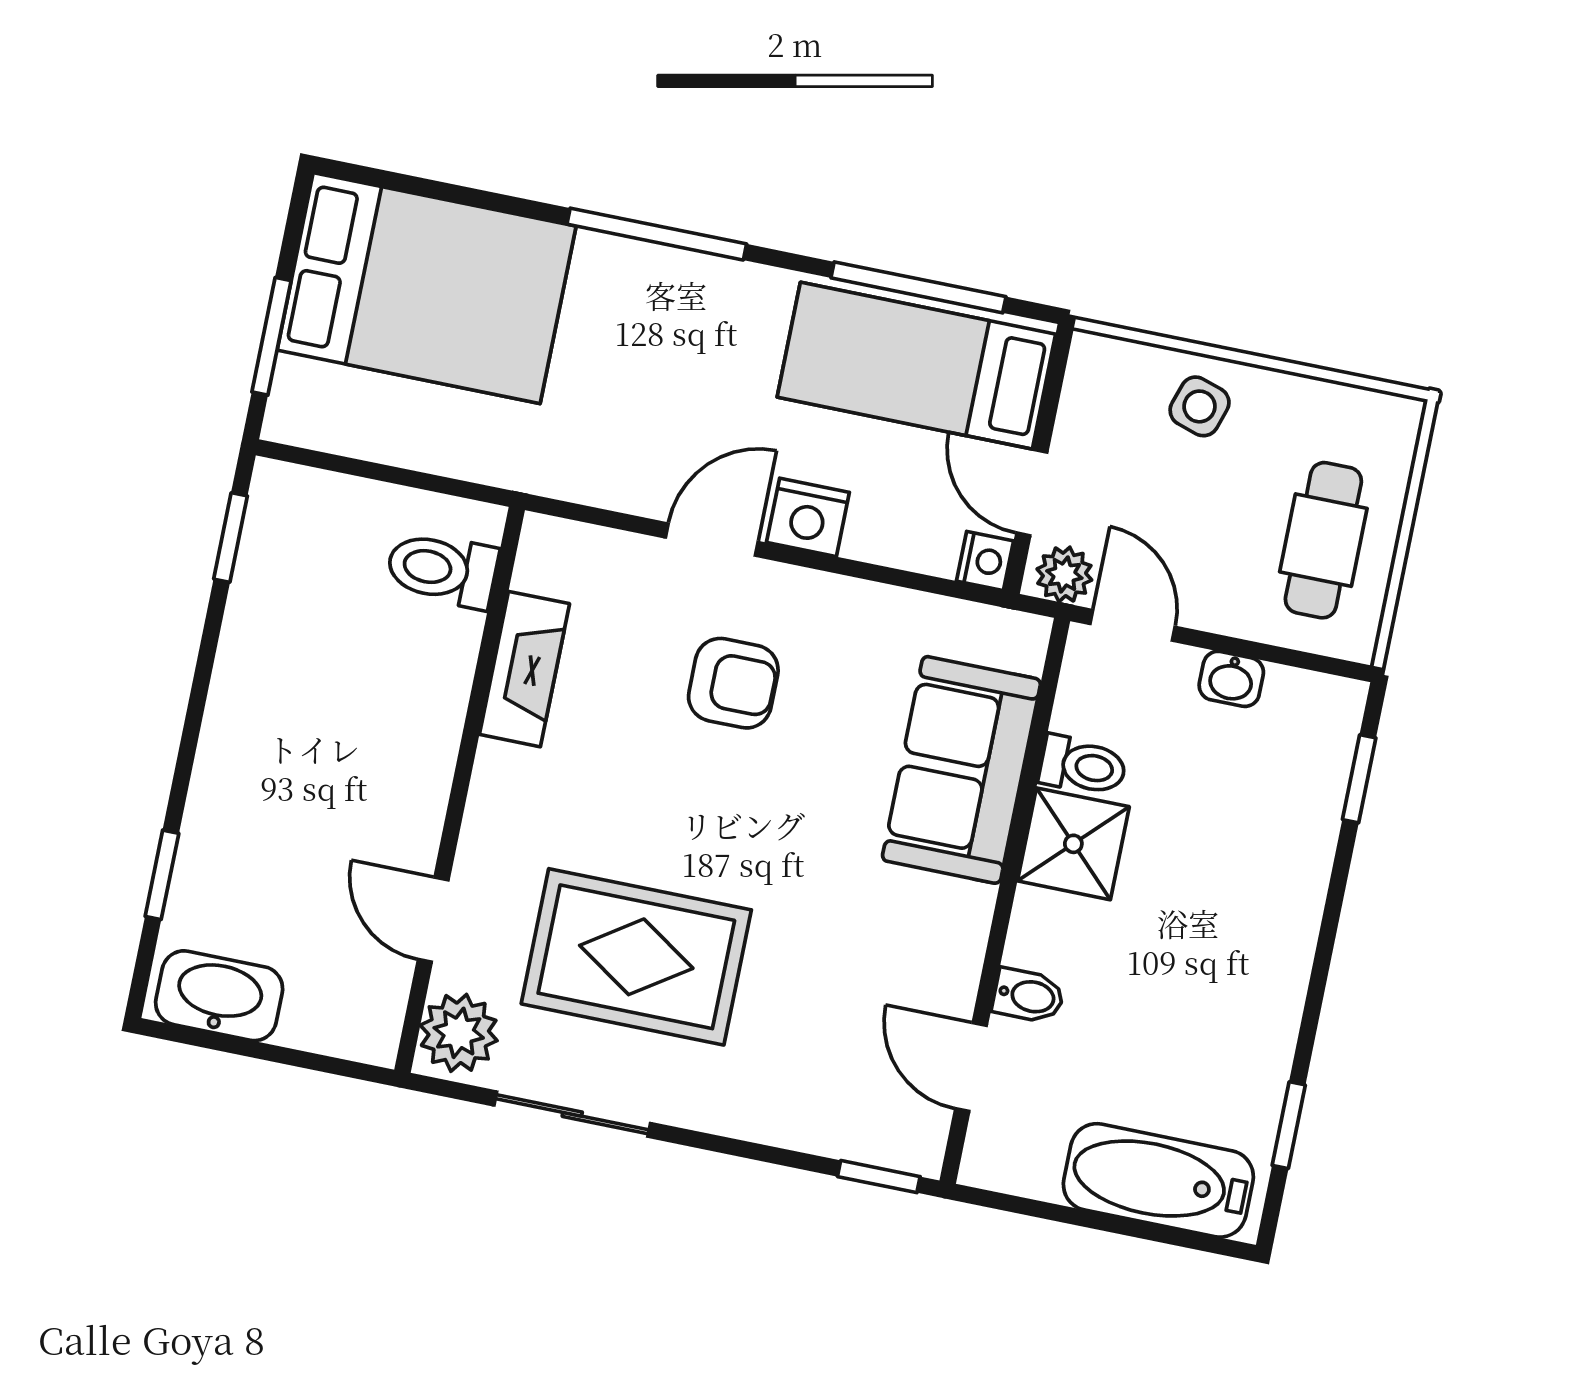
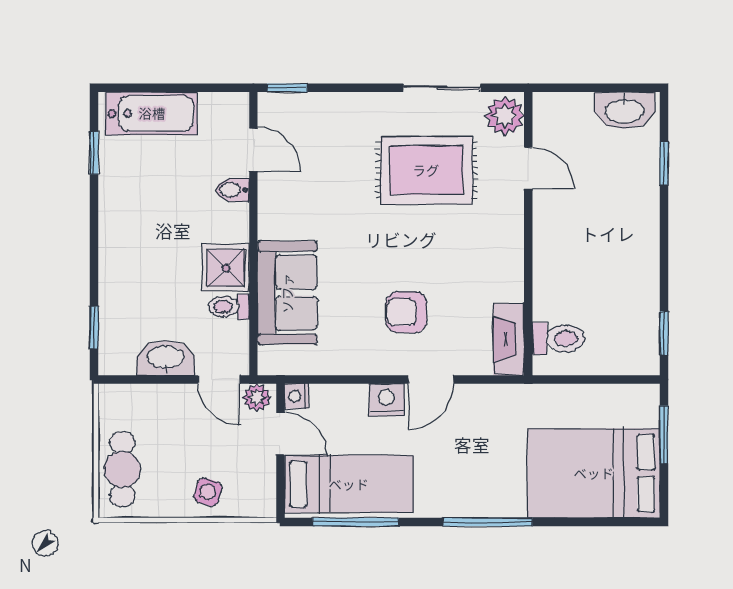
cafe table: (1323, 540) -> (122, 469), moved
fireplace: (524, 669) -> (509, 339), moved
washbasin: (1231, 679) -> (166, 358), width x1.91, depth x1.45

